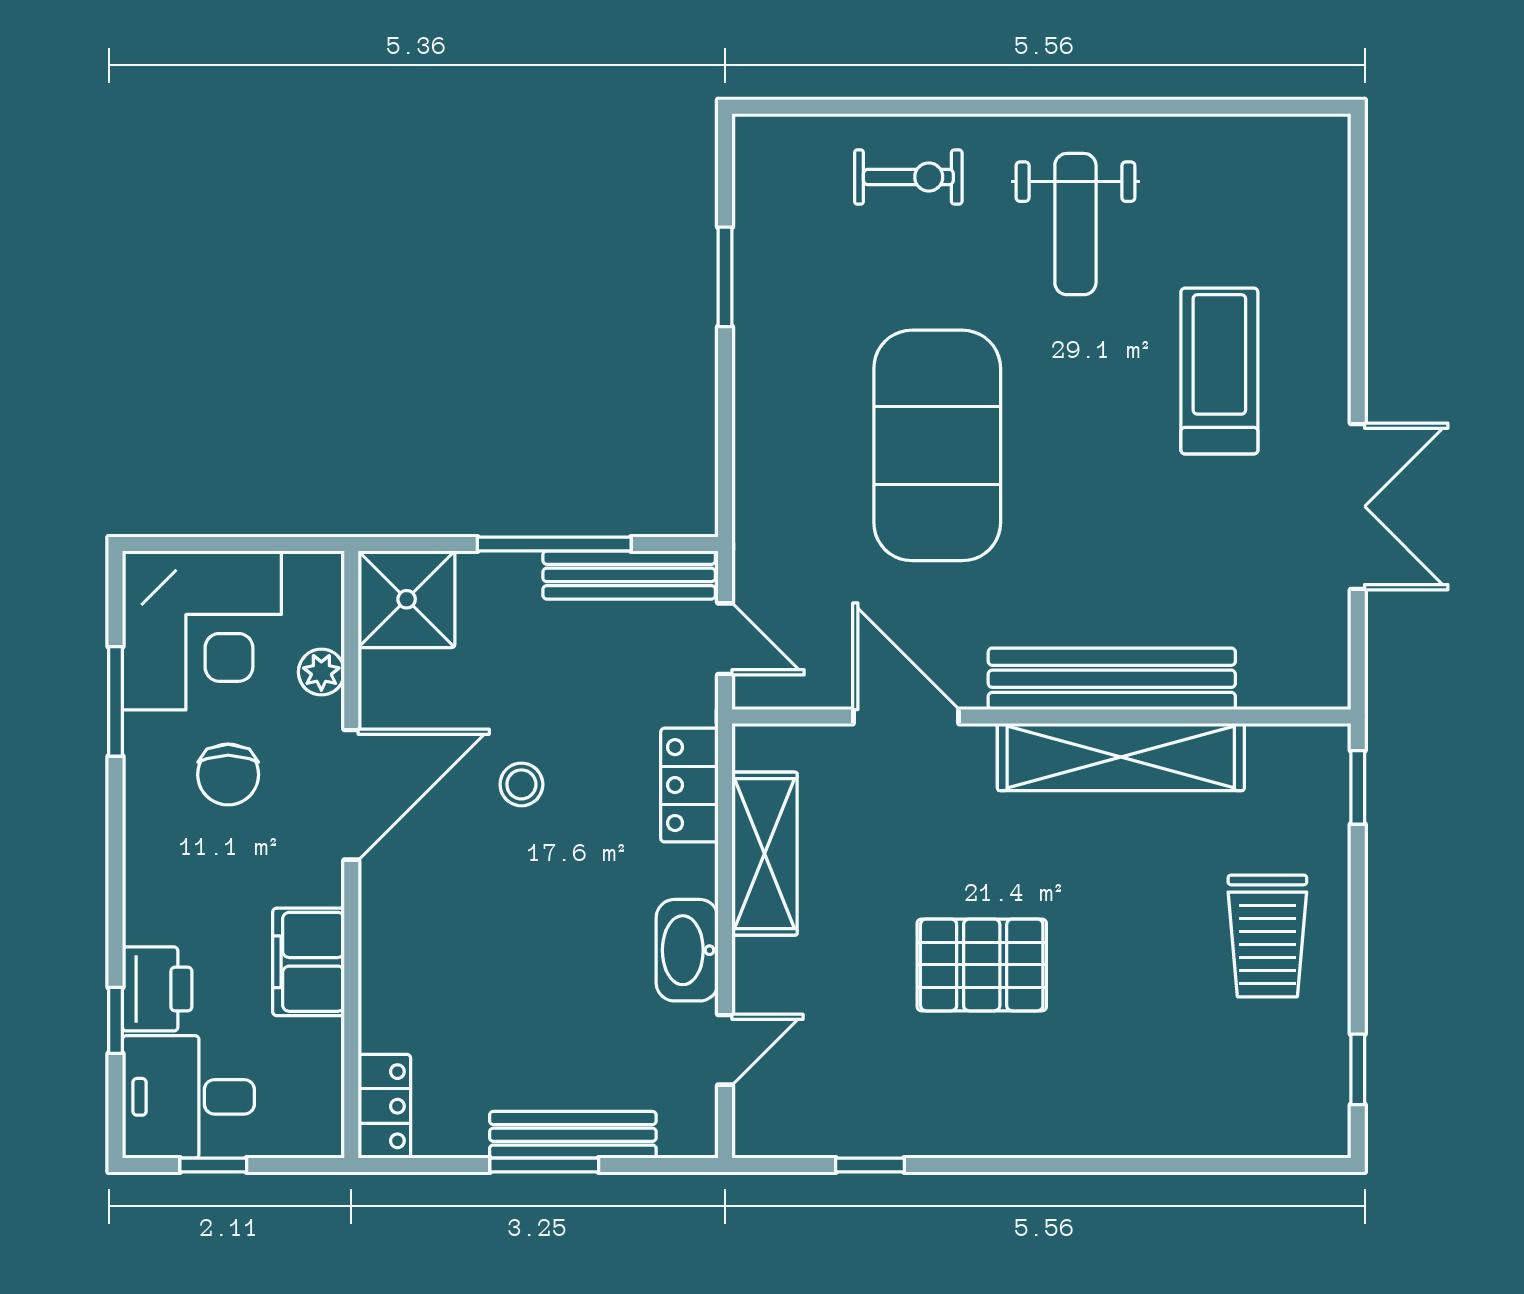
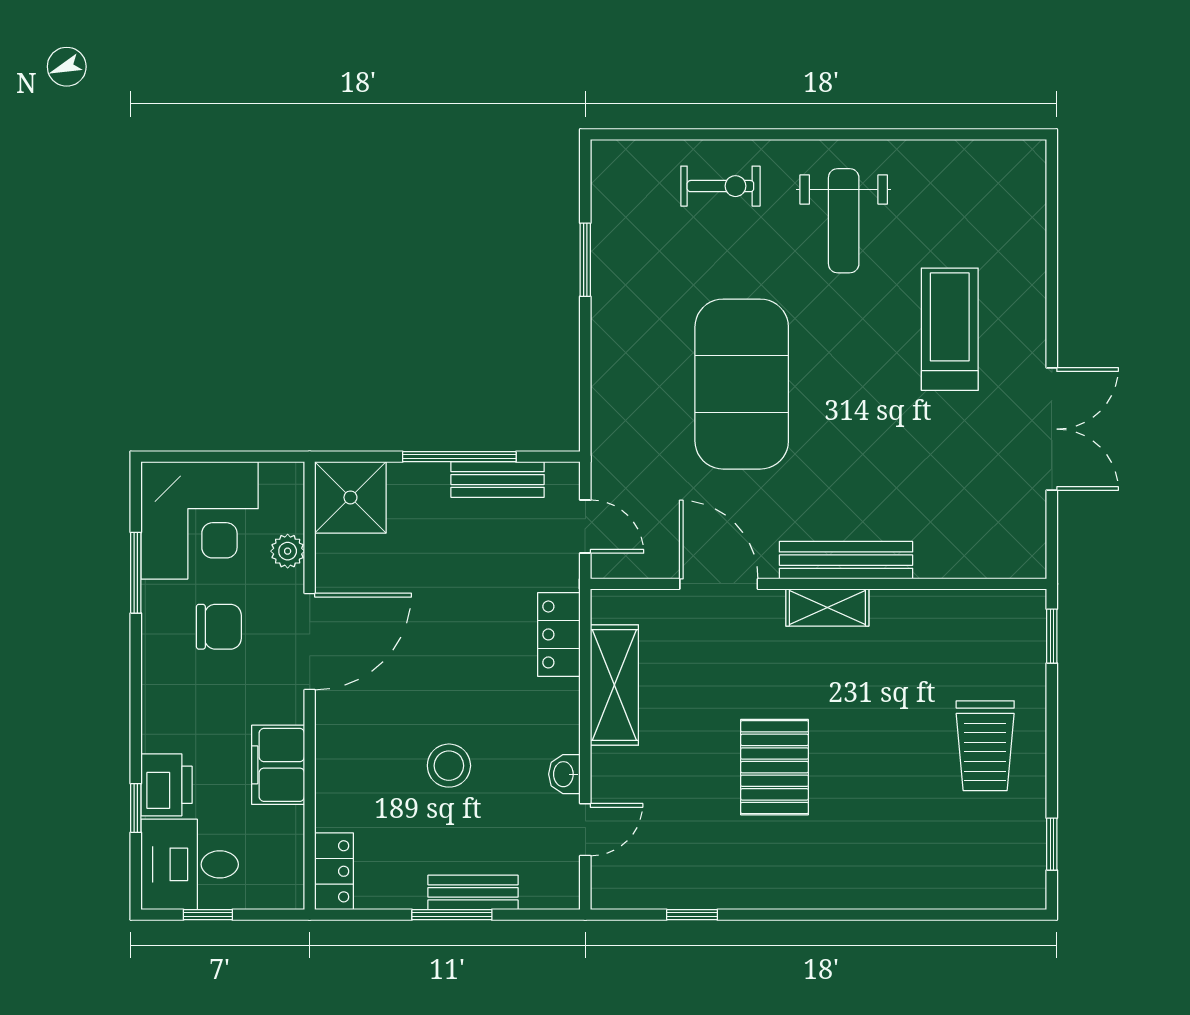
bench: (629, 575) -> (498, 480), width x0.73
bench: (1112, 679) -> (846, 560), width x0.73, depth x0.82
shelving: (1121, 757) -> (827, 608), width x0.45, depth x0.75
chair: (228, 775) -> (219, 627), turned -90
stool: (521, 784) -> (449, 766), moved, width x1.37, depth x1.37
washbasin: (687, 950) -> (564, 774), width x0.52, depth x0.69
pallet: (982, 965) -> (775, 767), turned 90
bench: (573, 1135) -> (473, 892), width x0.73

